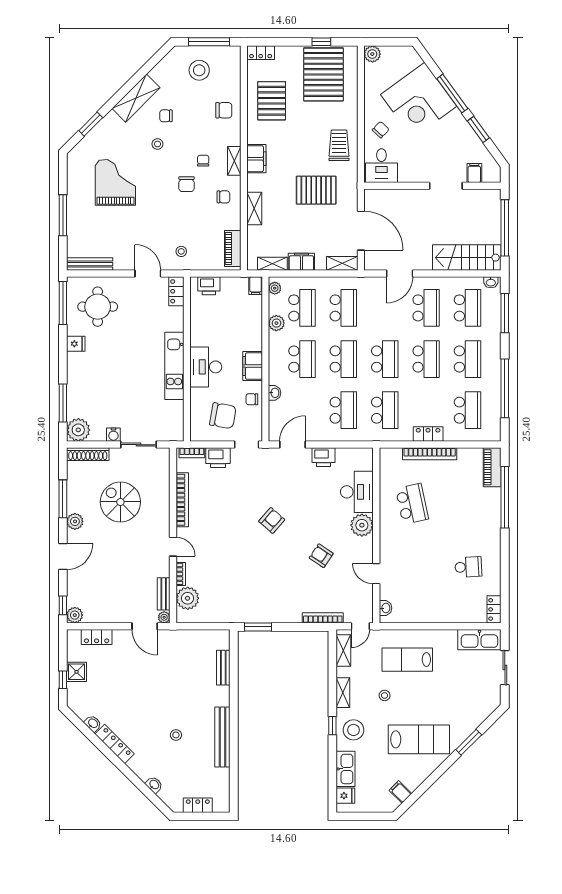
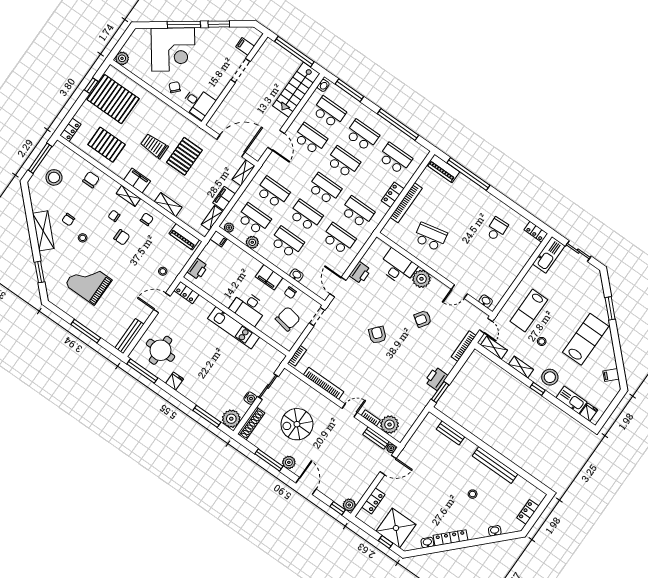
trolley: (339, 145) -> (154, 146), moved
printer: (218, 458) -> (436, 379), moved, turned 180
shower: (77, 672) -> (396, 528), width x1.86, depth x1.86

